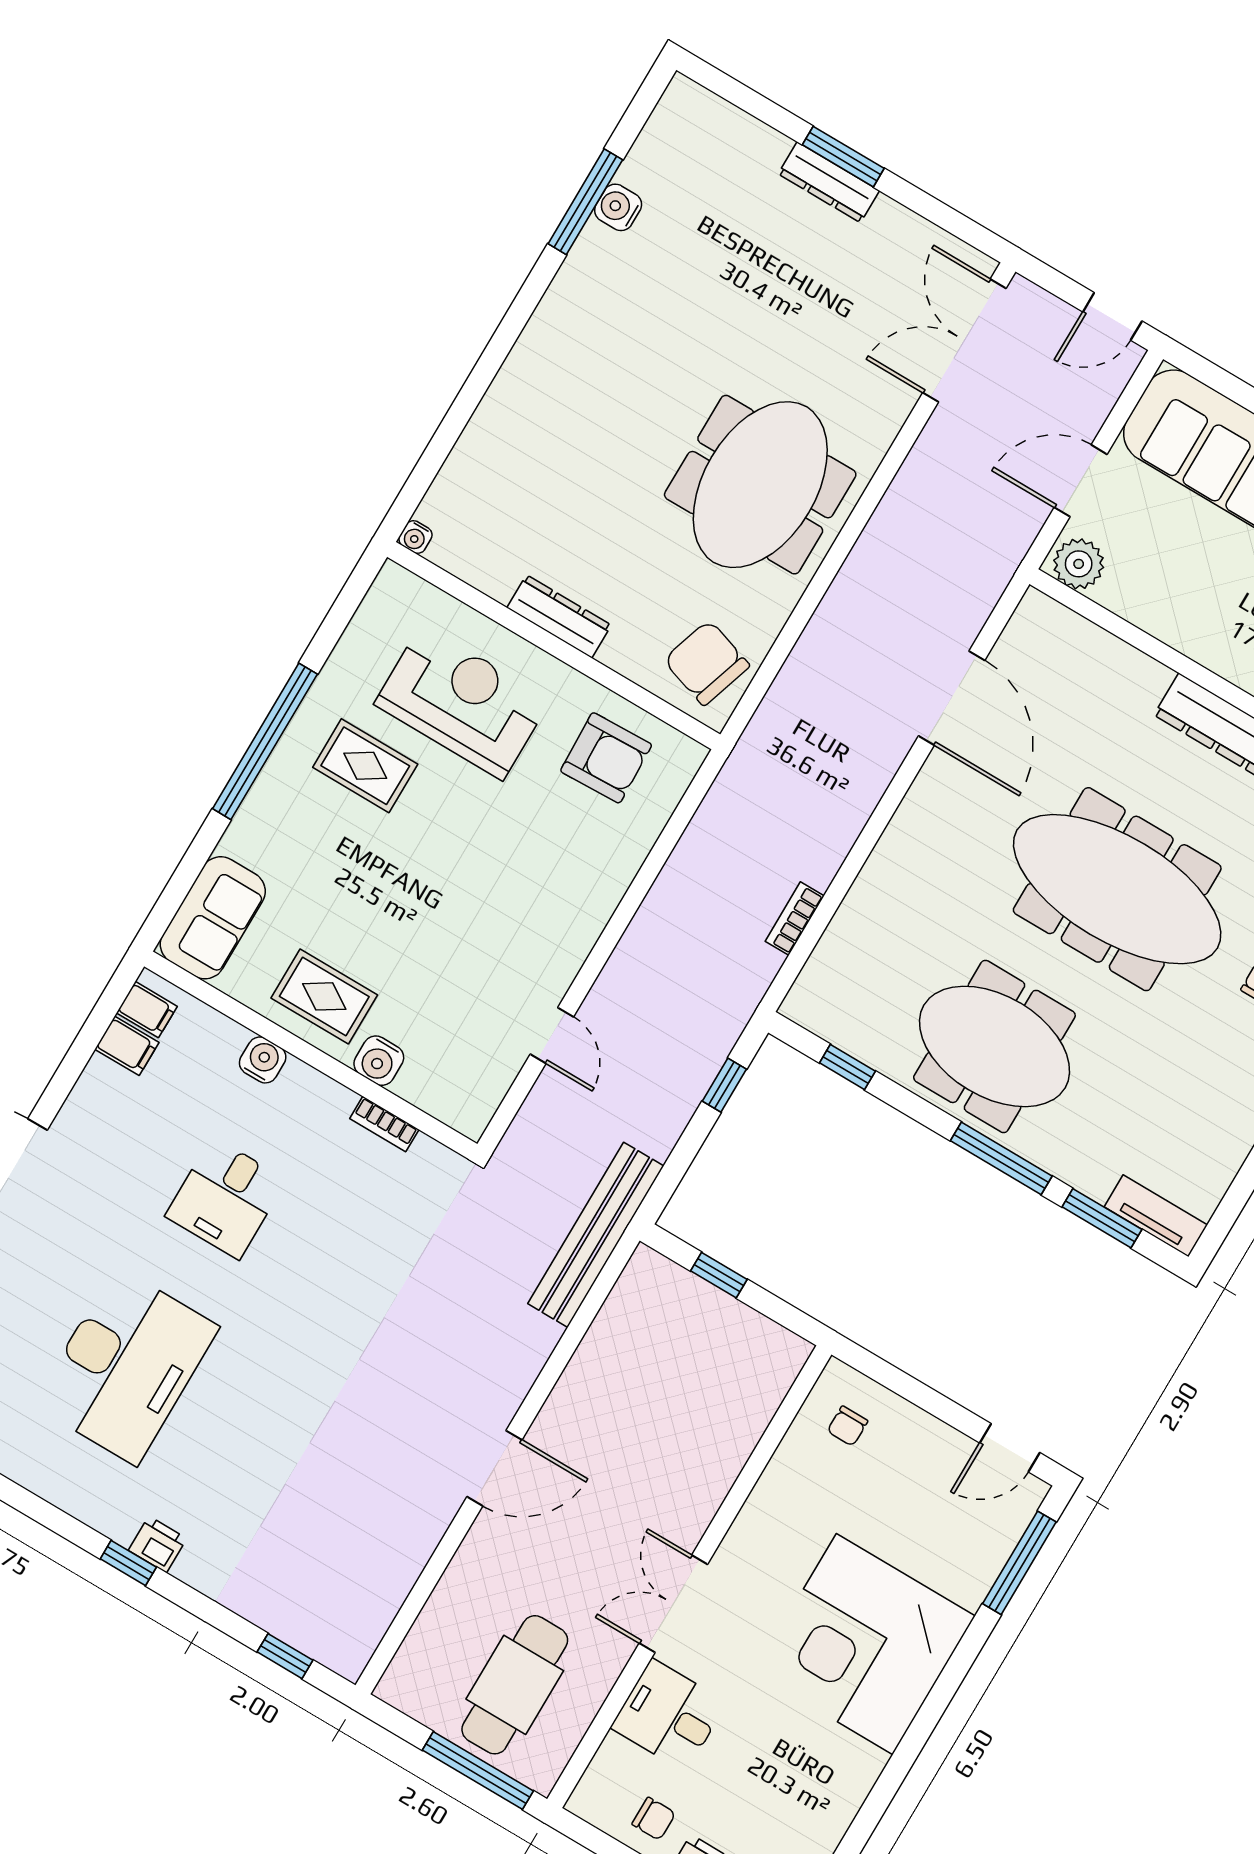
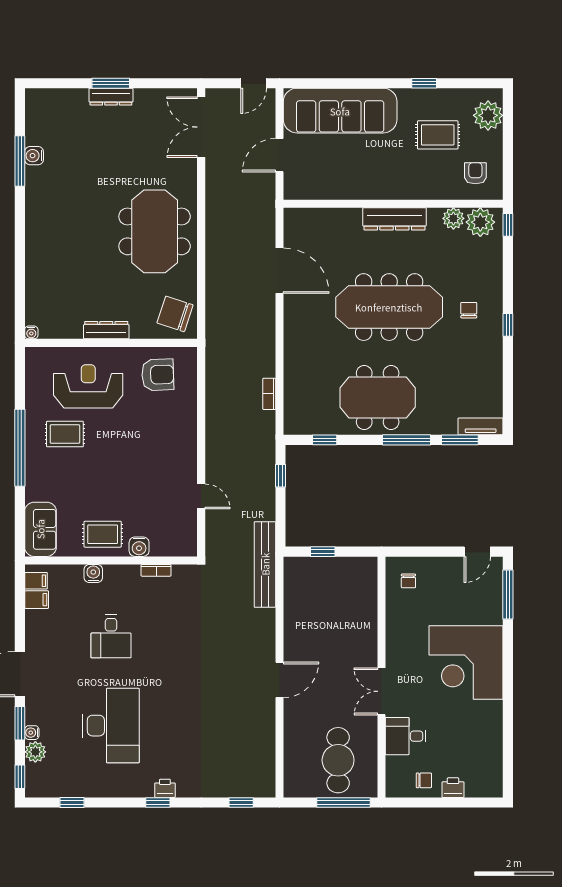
plant: (1079, 564) -> (298, 188), removed

